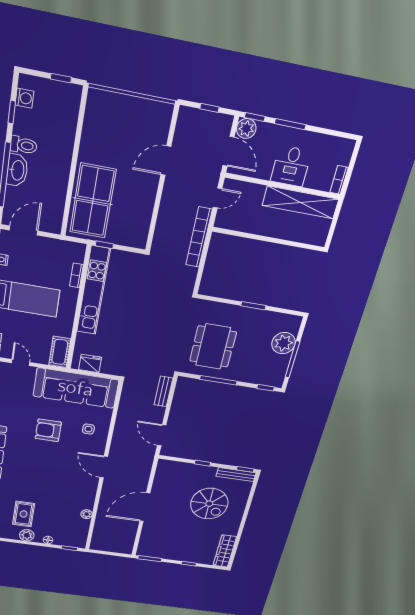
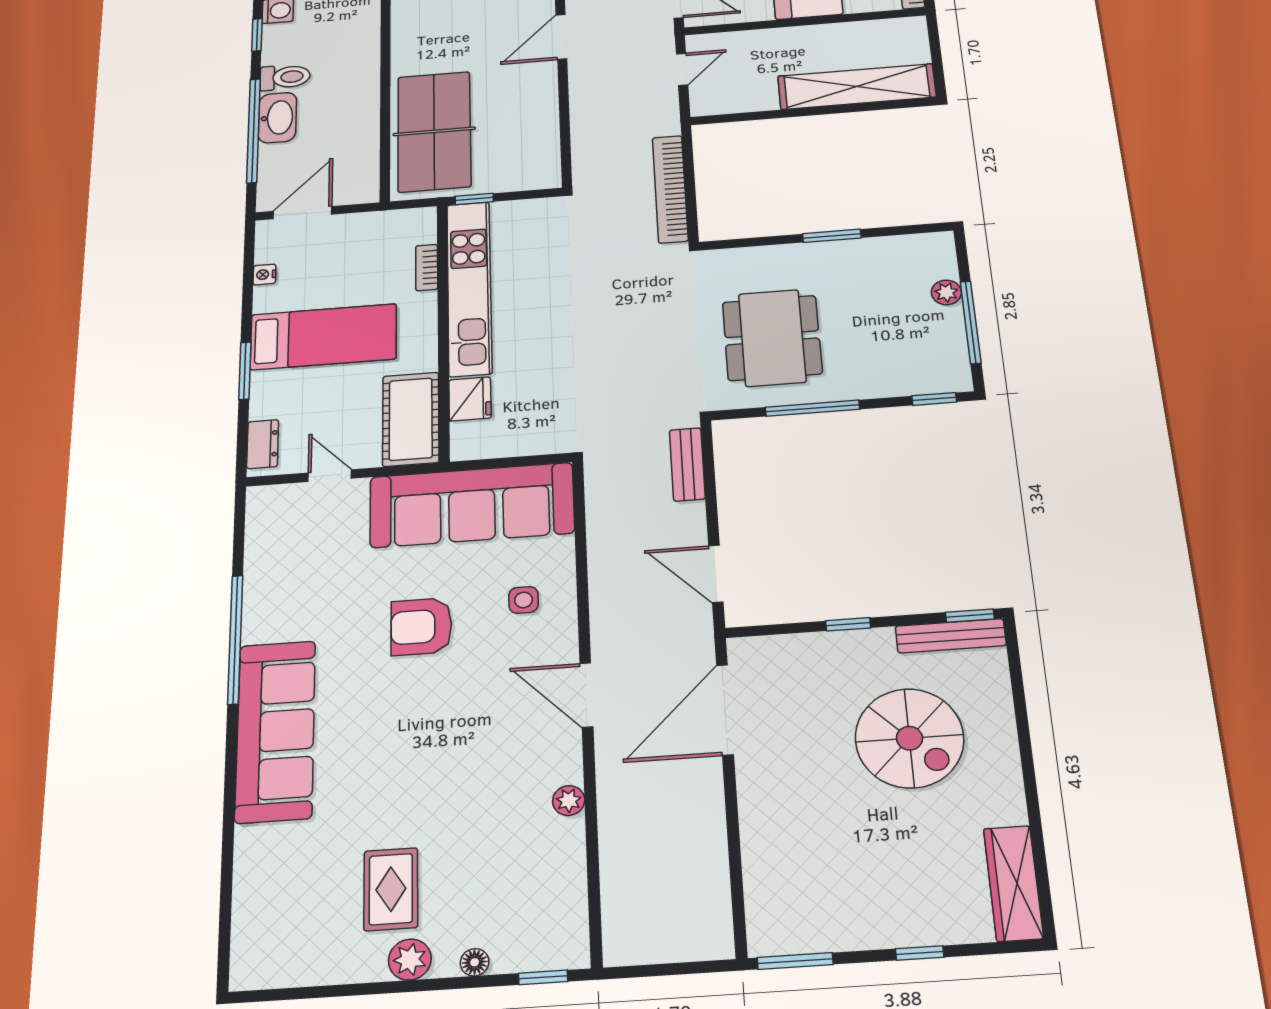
shelving: (300, 202) -> (857, 87), moved
bookcase: (199, 237) -> (670, 189), moved
plant: (284, 343) -> (946, 292), width x0.53, depth x0.53
cot: (60, 352) -> (411, 419), width x1.37, depth x1.34
fridge: (90, 363) -> (470, 399), moved, turned 90
door: (145, 507) -> (725, 710), moved
plant: (87, 514) -> (569, 801), moved

